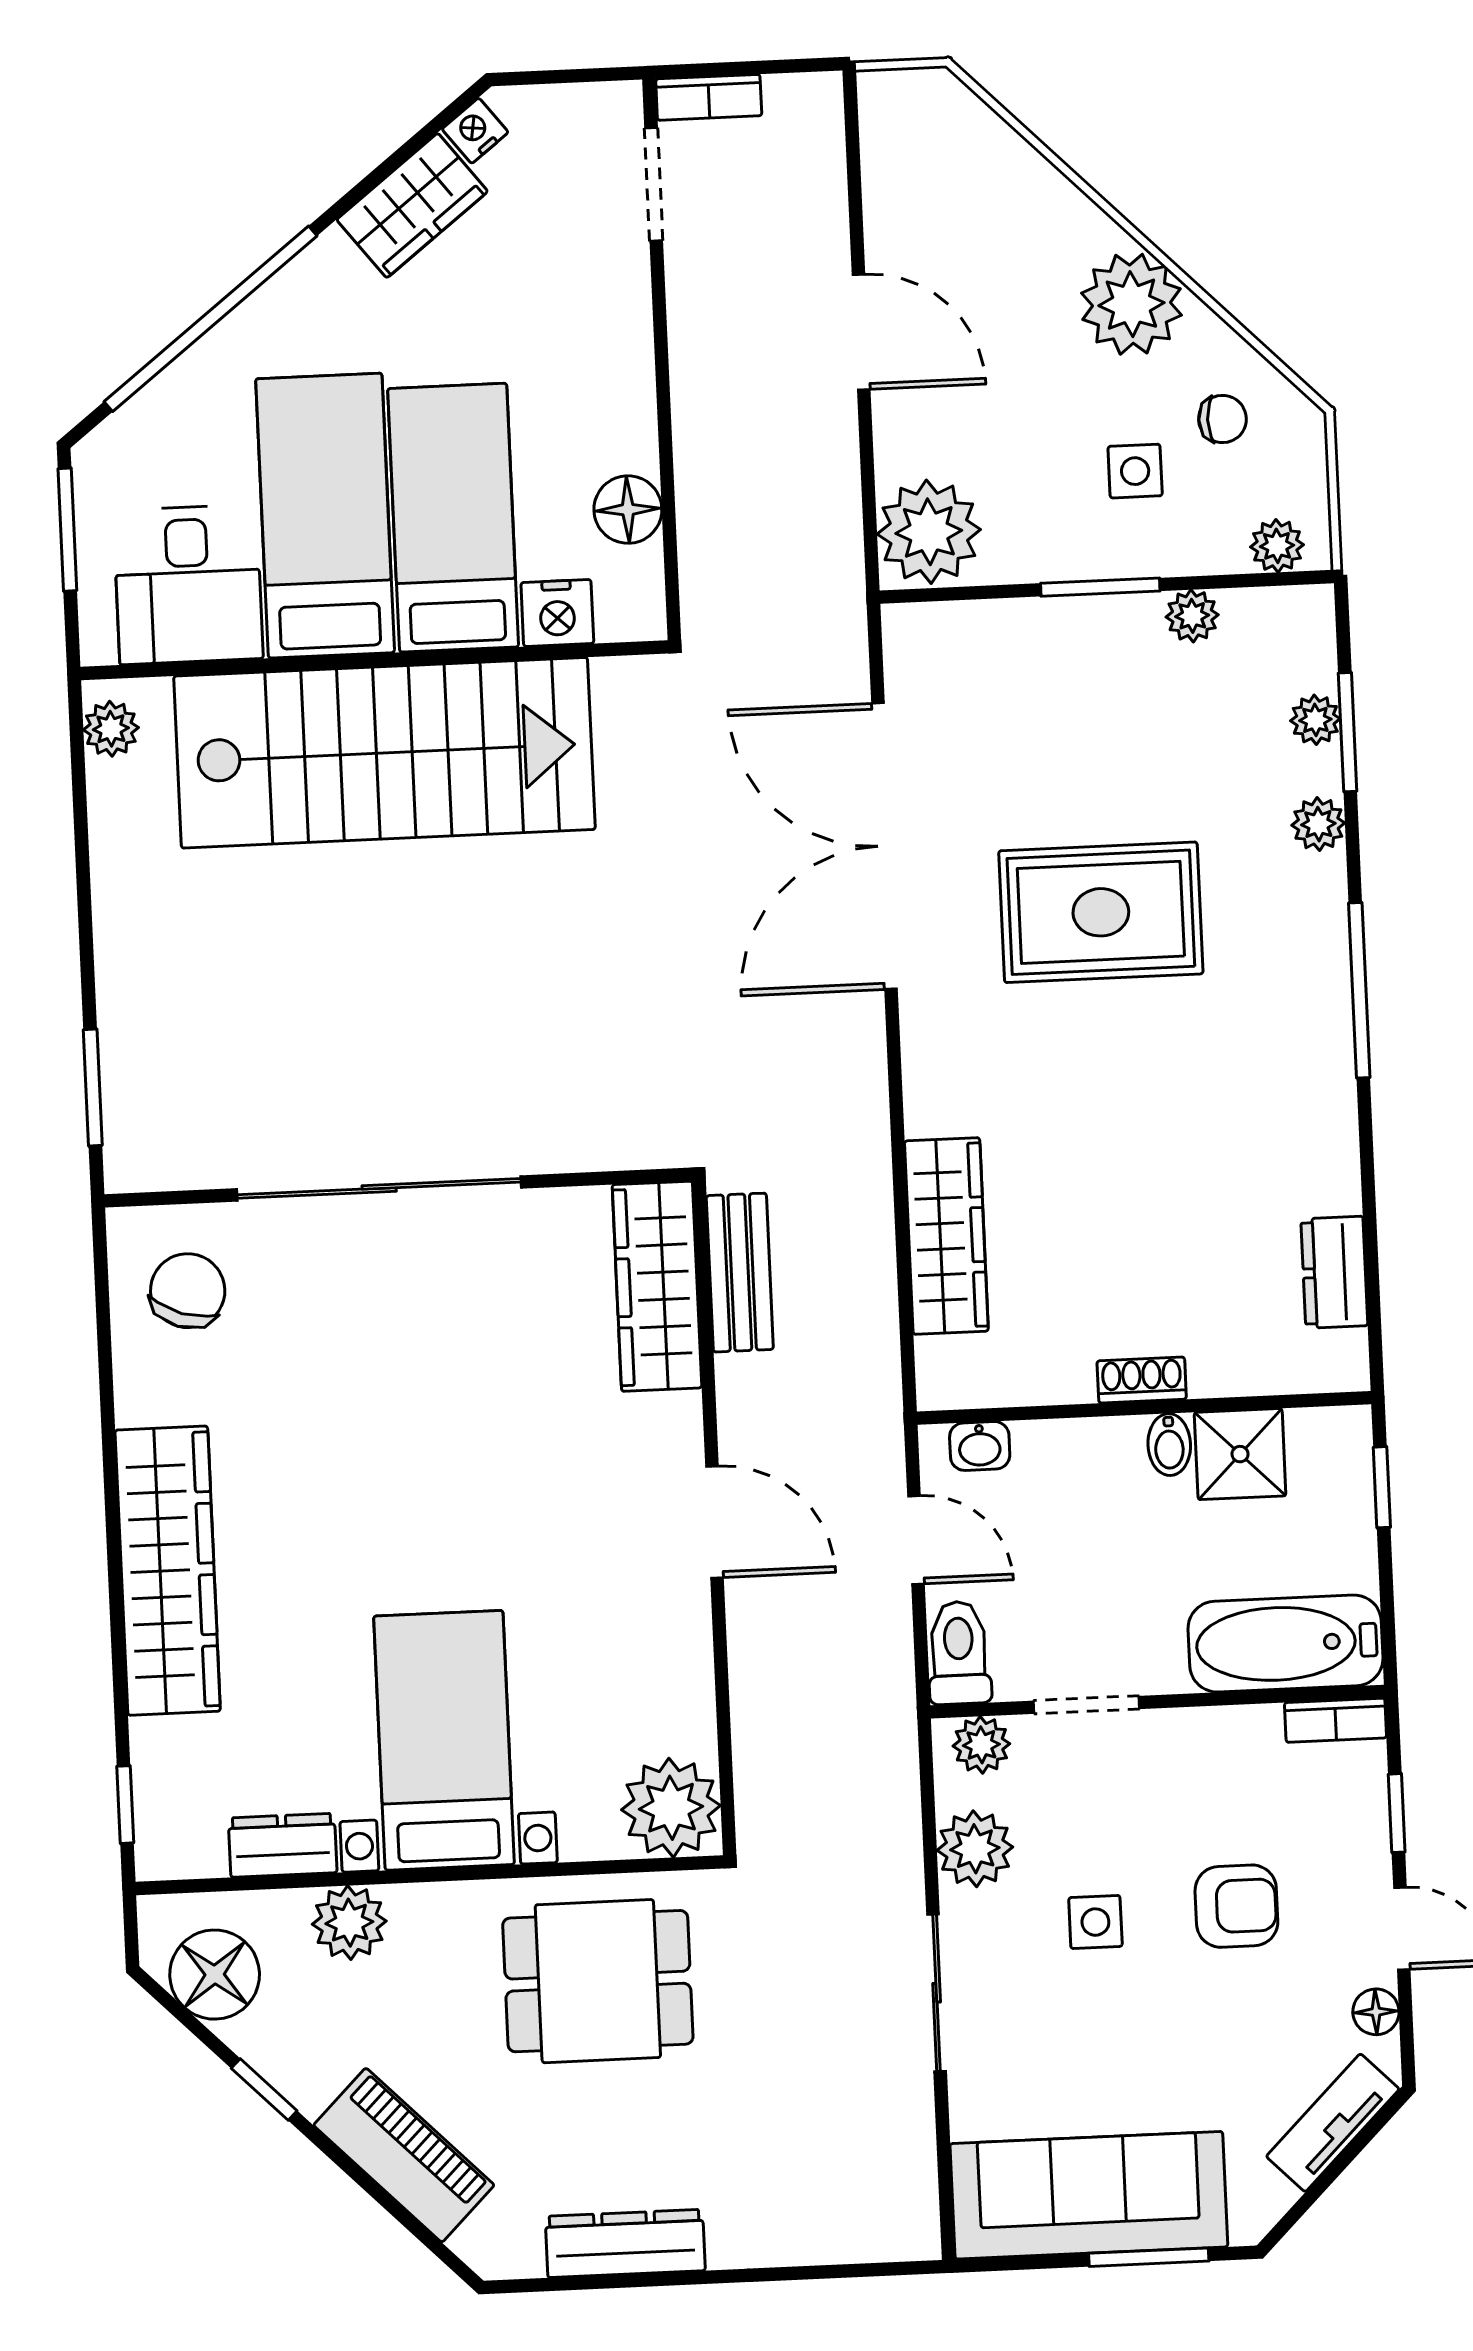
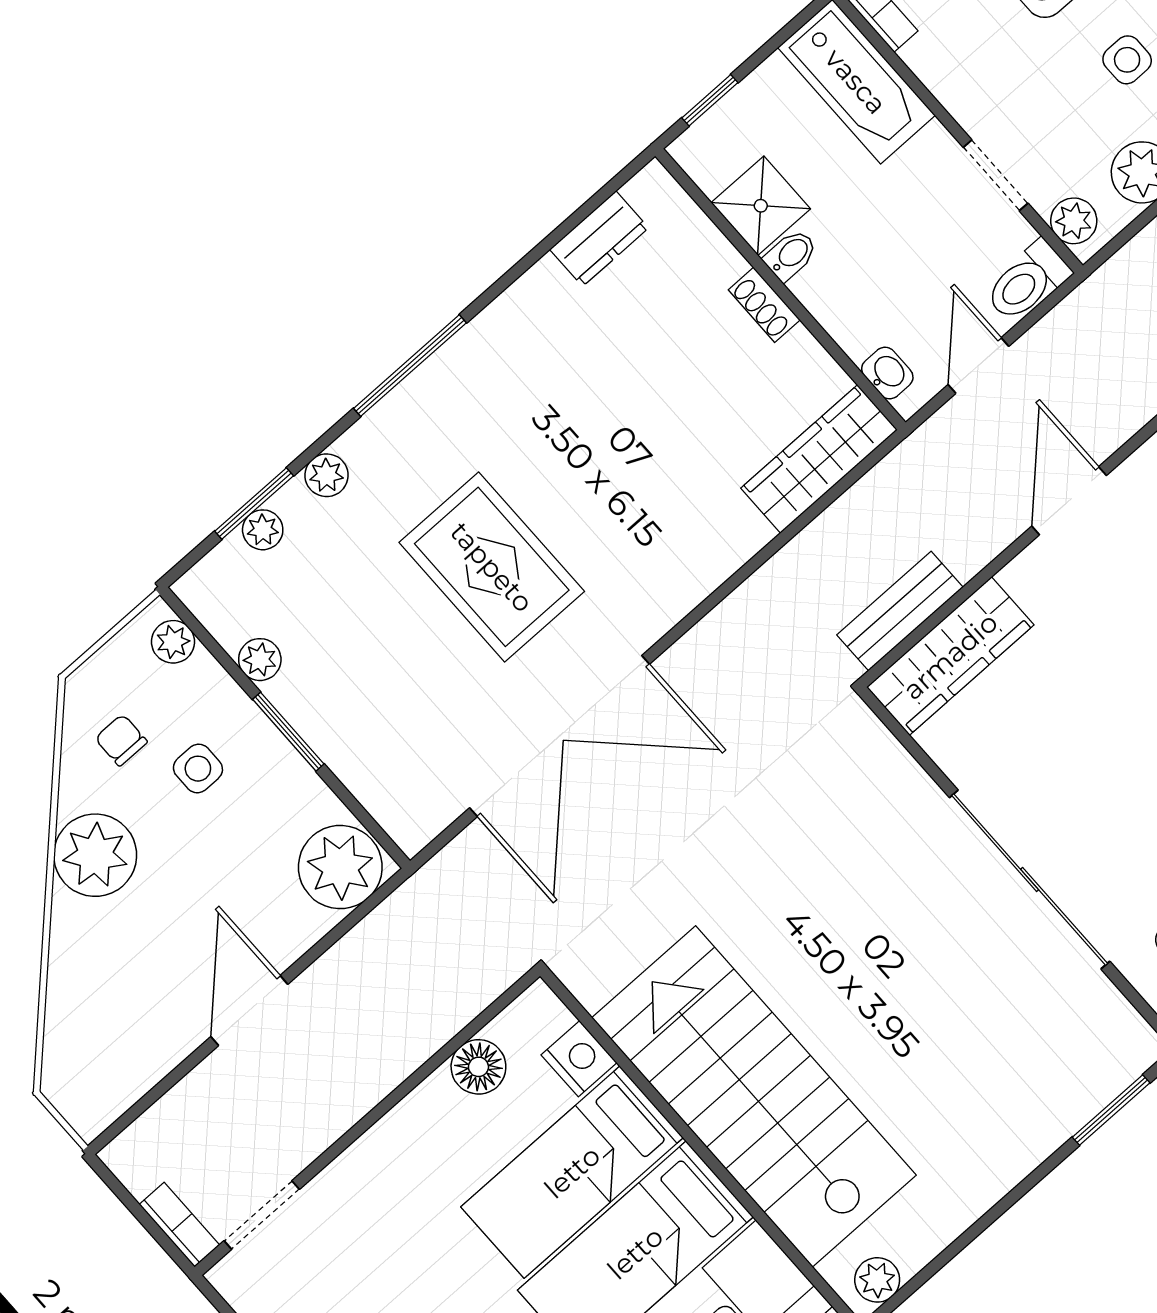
wardrobe: (946, 1236) -> (819, 459), moved

